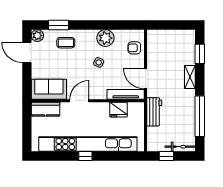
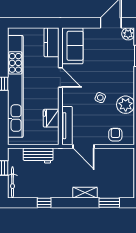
coffee table: (66, 43) -> (121, 63), removed
door: (146, 78) -> (83, 146), swing flipped
workbench: (154, 112) -> (38, 155), moved
window: (200, 116) -> (44, 203), width x0.32

